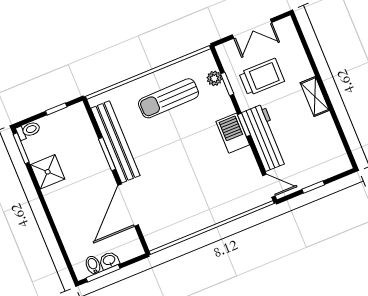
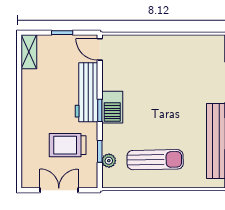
shelving: (315, 97) -> (29, 52), moved

